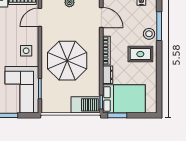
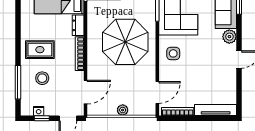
door: (101, 18) -> (85, 92), swing flipped
stool: (149, 34) -> (42, 78), moved

